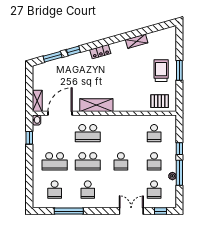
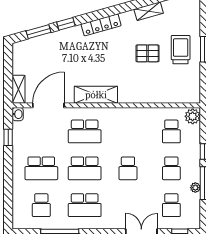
locker: (100, 52) -> (101, 25), width x1.53
pallet: (160, 101) -> (148, 53), moved
plant: (170, 122) -> (193, 116), added
school desk: (88, 190) -> (85, 205), width x1.85

